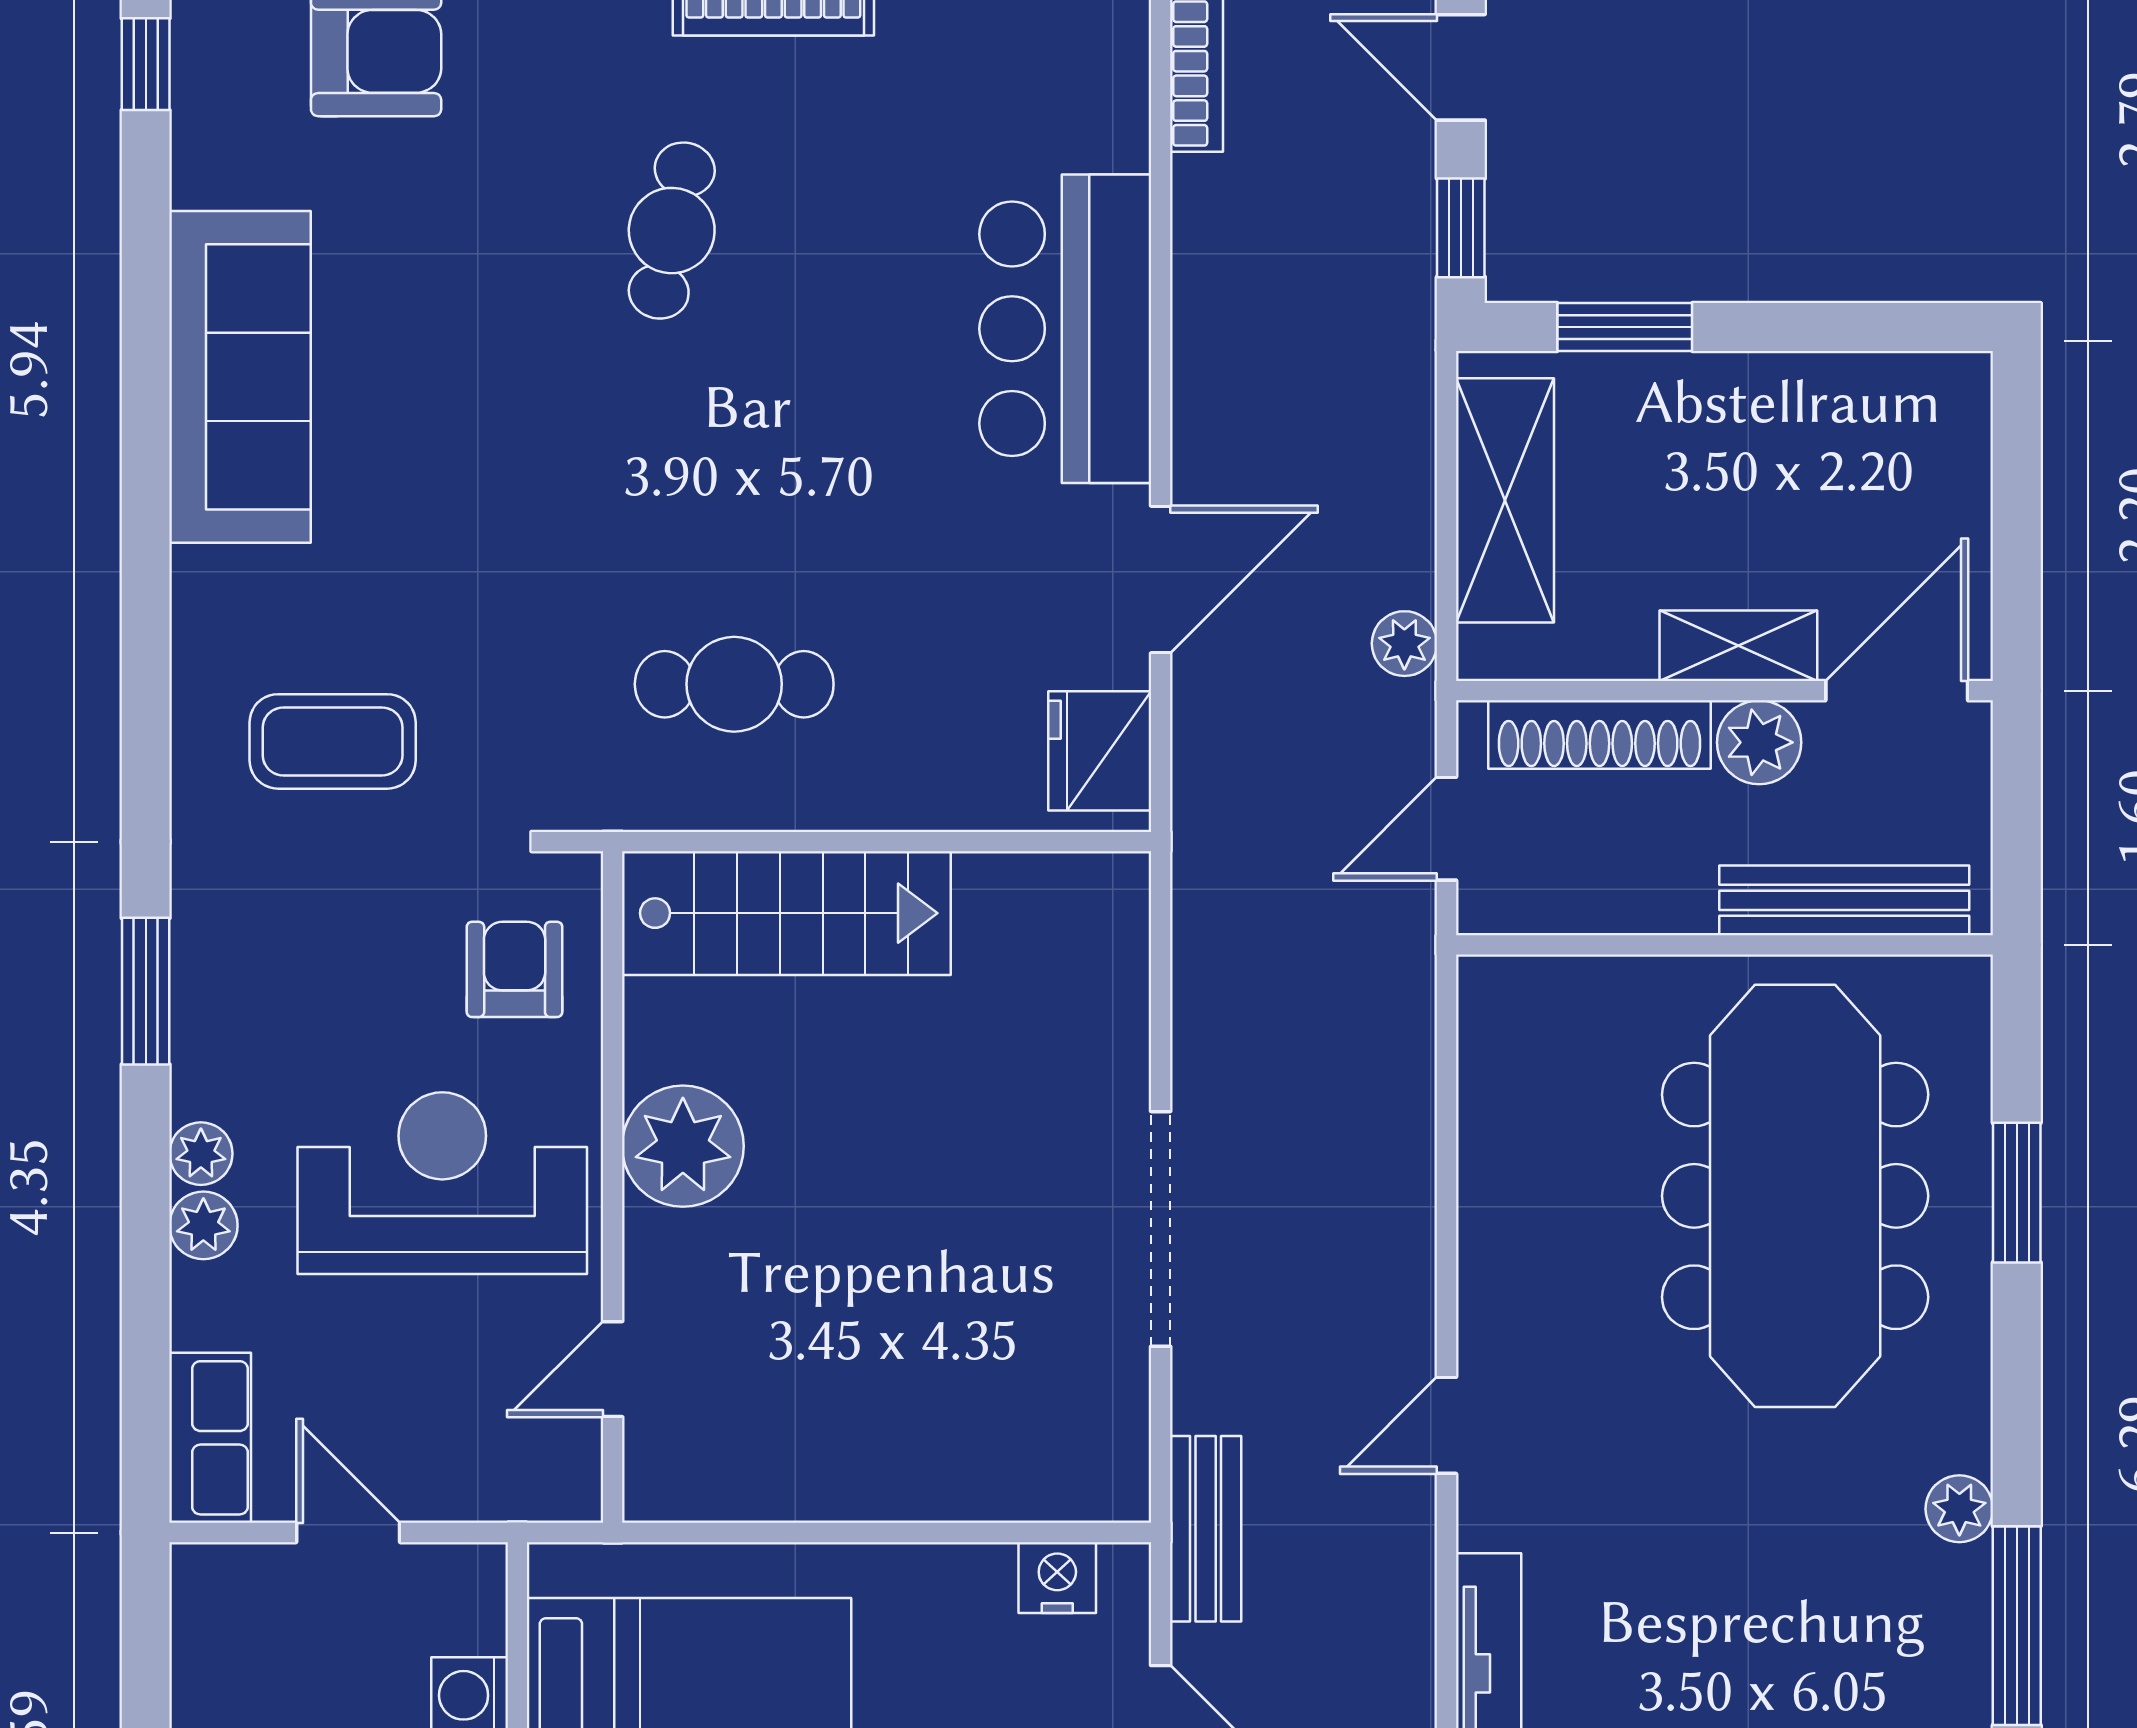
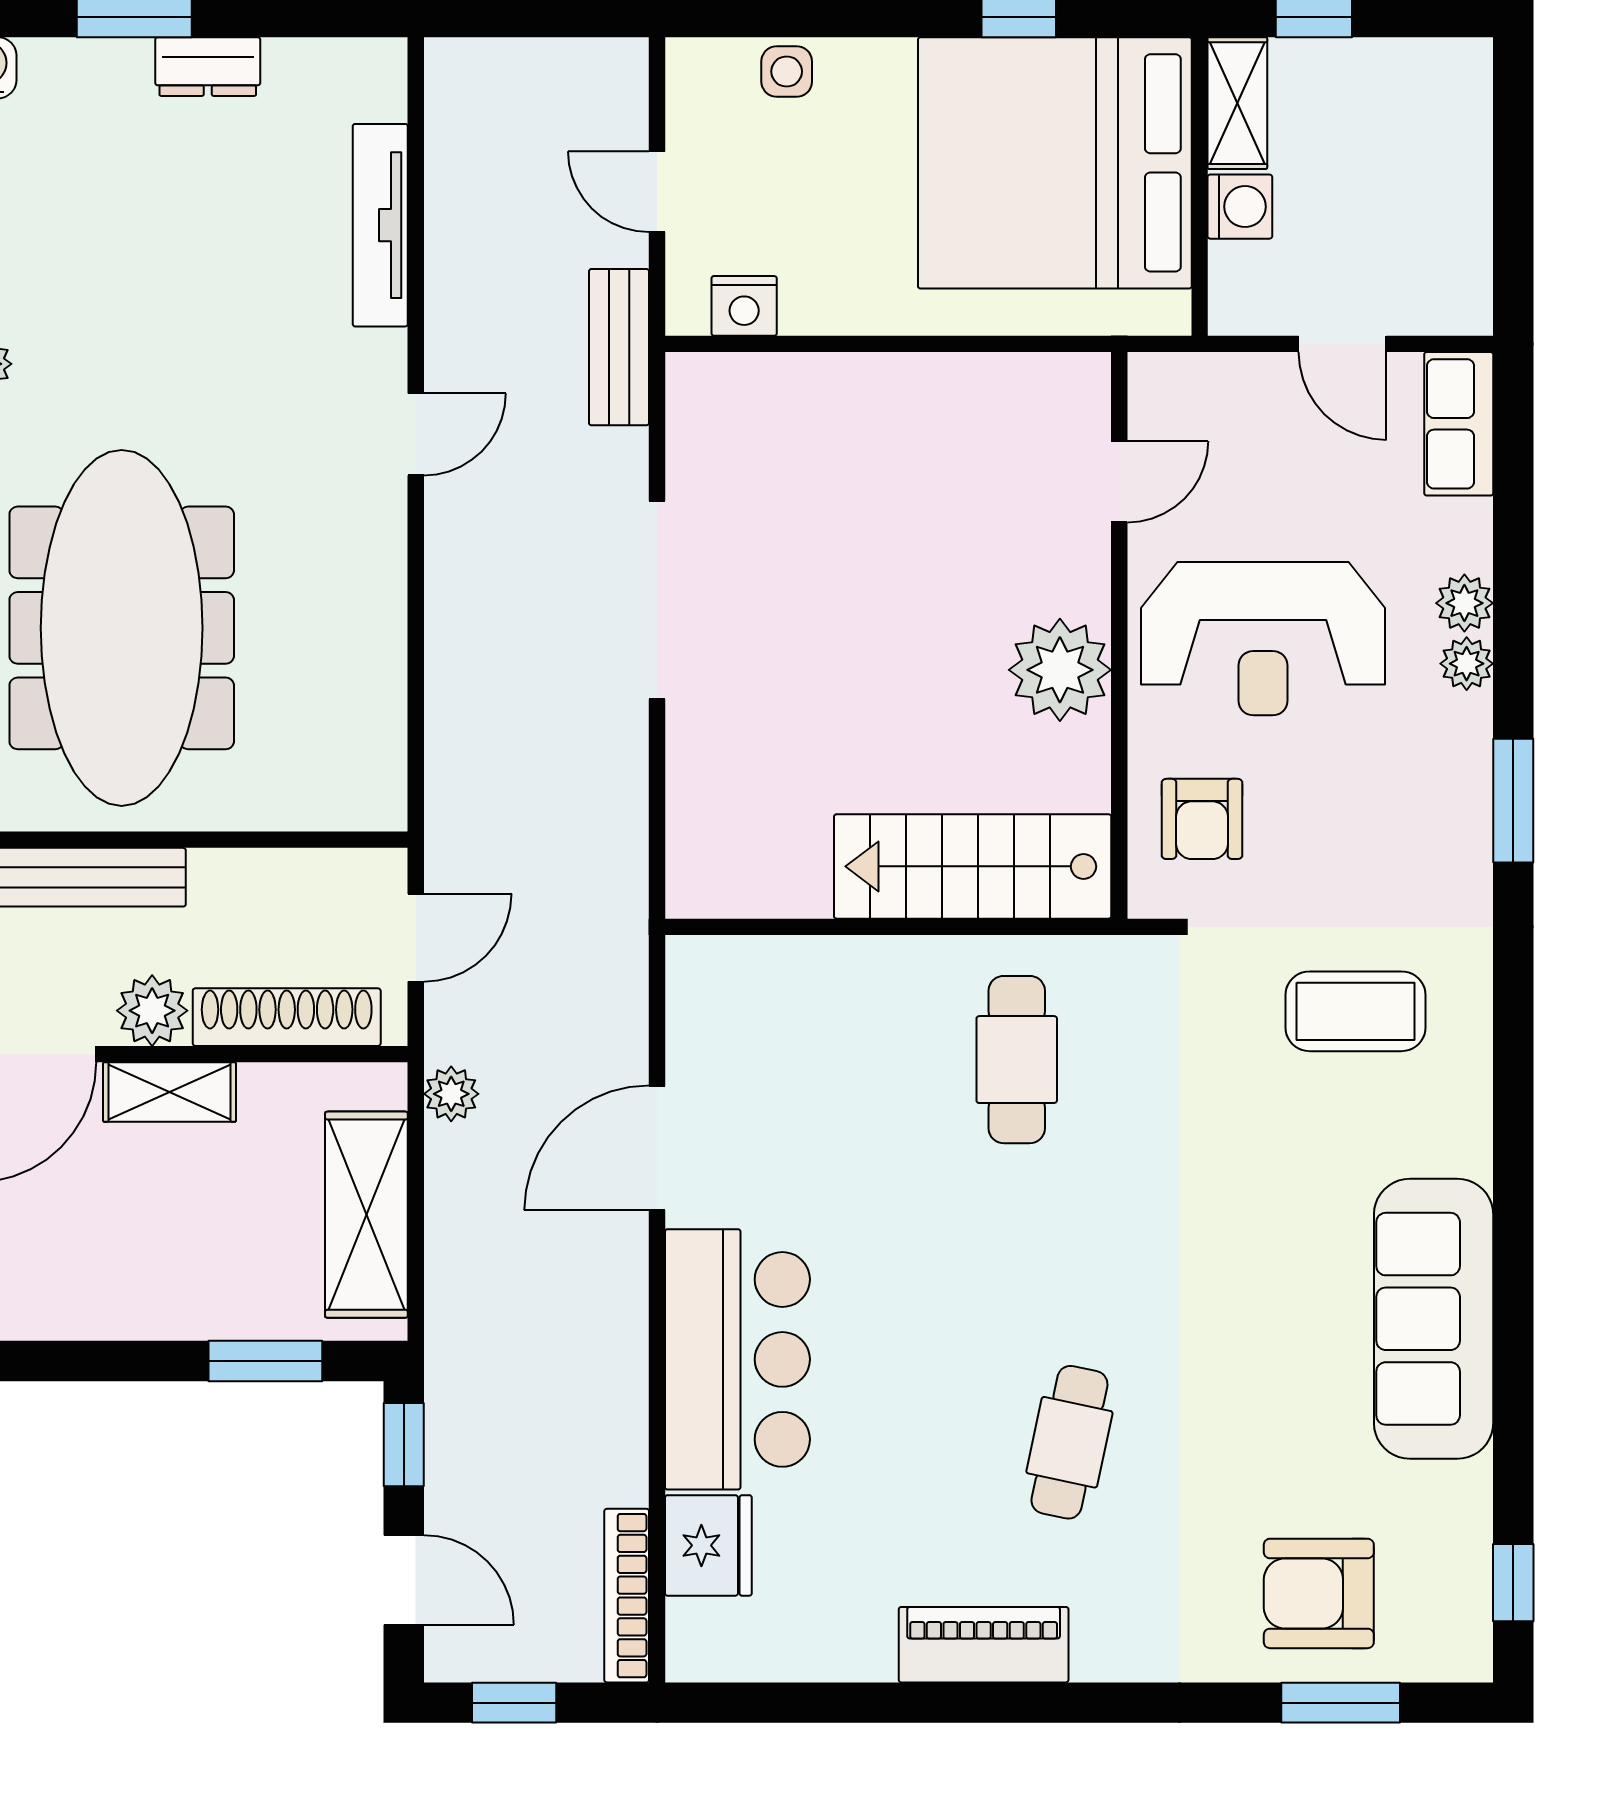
cafe table: (734, 684) -> (1017, 1060), turned 90
fridge: (1100, 751) -> (708, 1545), moved

